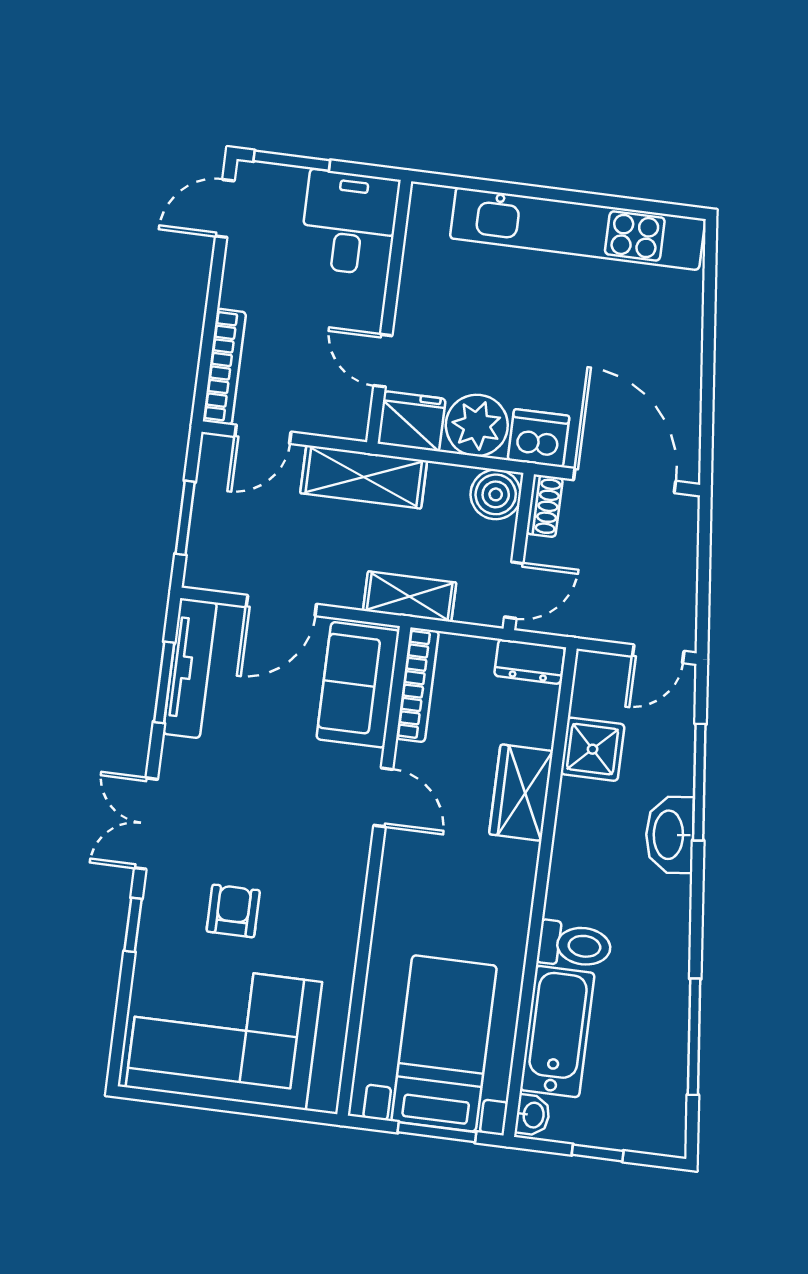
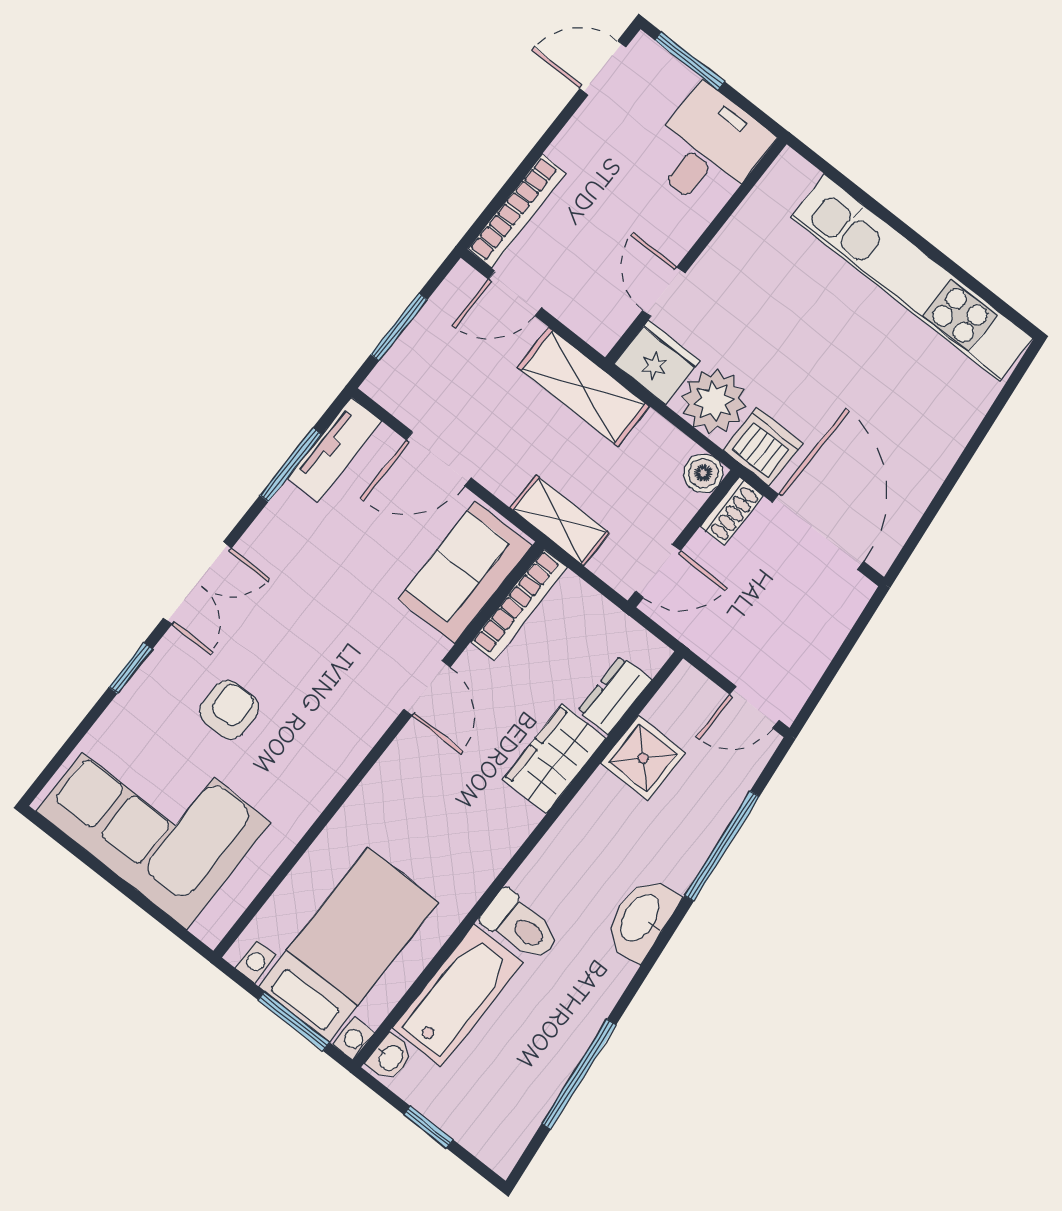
boiler: (496, 494) -> (703, 473), width x0.73, depth x0.73
dresser: (530, 661) -> (615, 695), moved, turned 90
tv unit: (190, 668) -> (335, 449), width x0.71
double door: (146, 824) -> (197, 583), swing flipped
washbasin: (670, 835) -> (641, 919), moved

